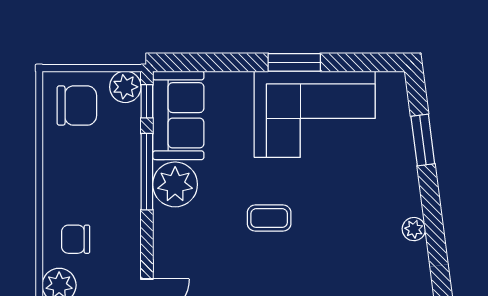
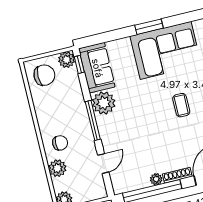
window: (147, 172) -> (93, 120), moved
coffee table: (269, 218) -> (181, 105), moved, turned 90
chair: (76, 239) -> (60, 143), turned 180

